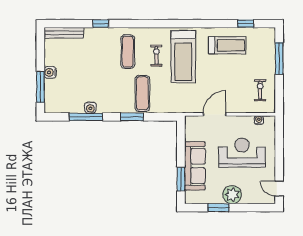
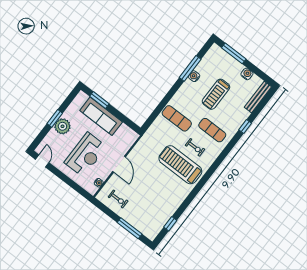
treadmill: (227, 45) -> (216, 94), moved
water cooler: (50, 72) -> (247, 74), moved
door: (215, 114) -> (119, 164), moved
window: (132, 117) -> (166, 99), removed
door: (279, 189) -> (42, 161), hinge flipped
window: (218, 208) -> (55, 118), moved

